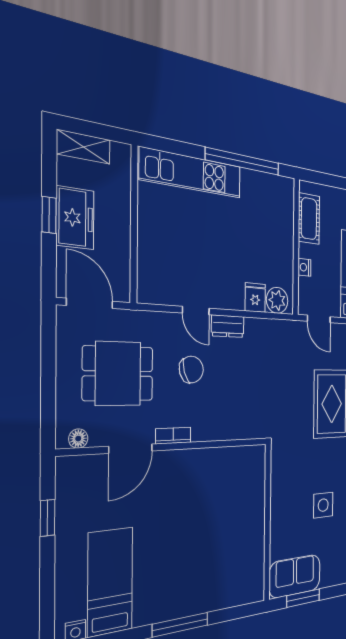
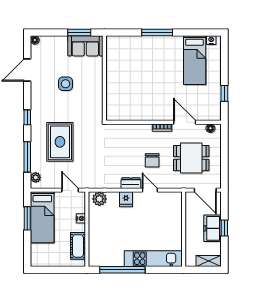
fridge: (255, 298) -> (126, 199), moved
chair: (191, 370) -> (152, 160), turned -73
door: (131, 449) -> (185, 122), hinge flipped

